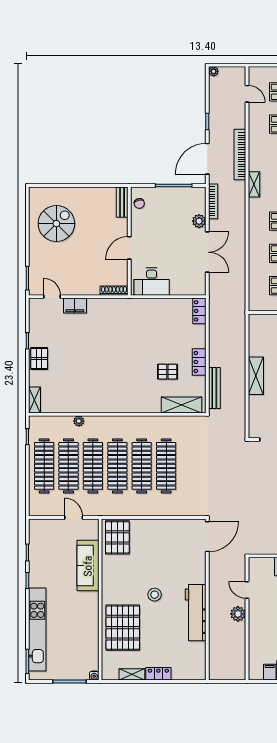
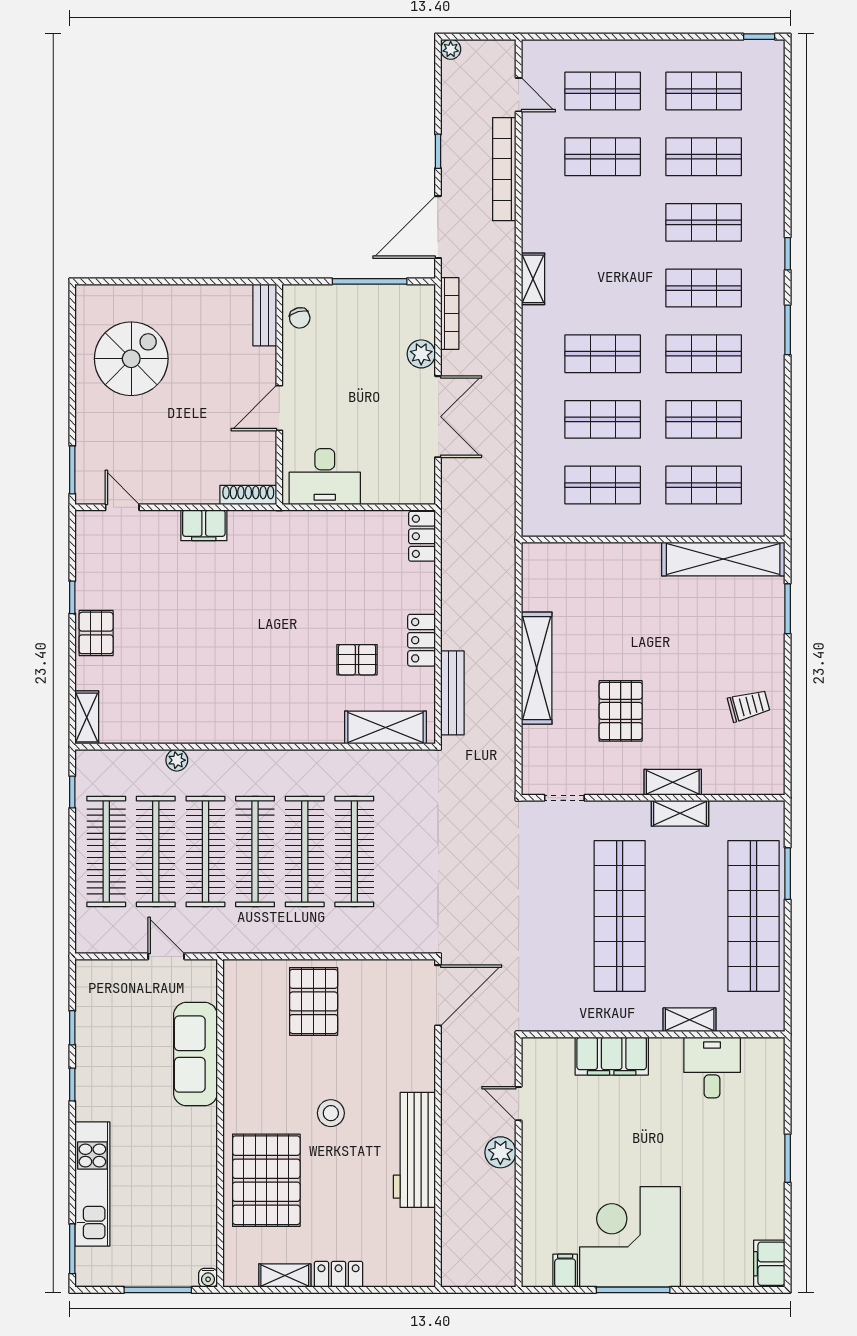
bookcase: (240, 155) -> (504, 169), moved
filing cabinet: (75, 306) -> (204, 525), moved
shelving: (256, 376) -> (537, 668), width x1.47
pallet: (117, 537) -> (314, 1001), moved
kitchen unit: (37, 629) -> (92, 1184), width x0.73

